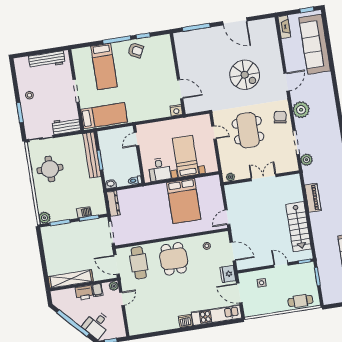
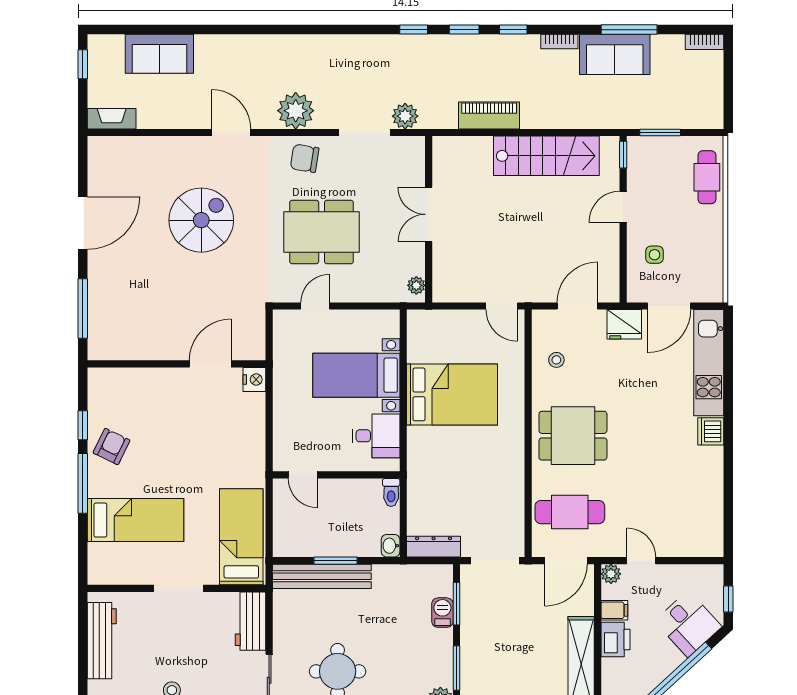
sofa: (315, 44) -> (159, 54), width x0.54, depth x0.79

